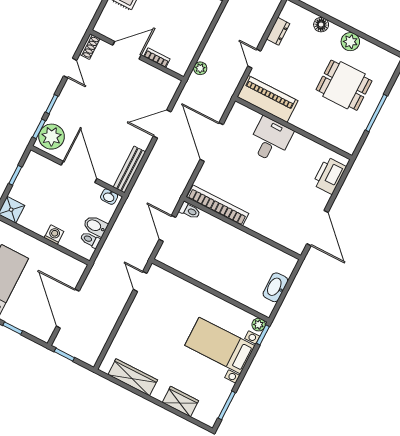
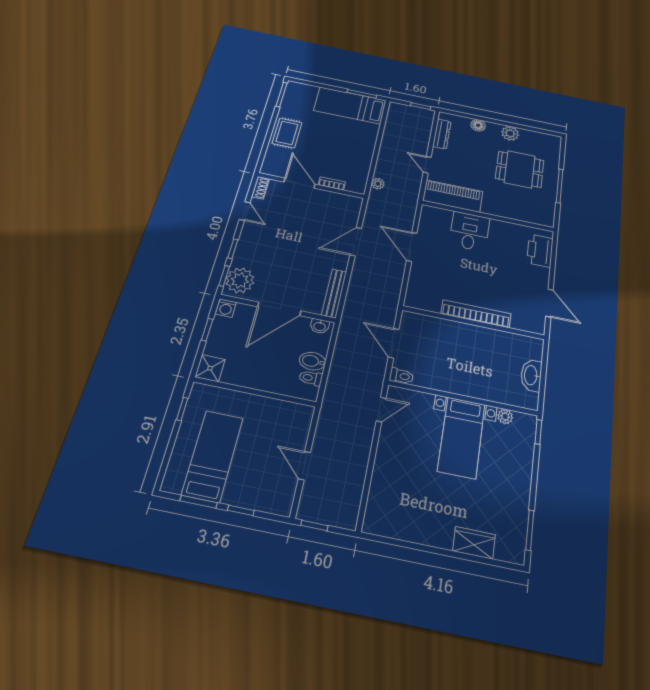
dresser: (278, 31) -> (442, 134), width x1.44
door: (127, 50) -> (300, 183), hinge flipped
door: (212, 142) -> (412, 247), width x0.73
door: (79, 172) -> (279, 309), swing flipped
bookcase: (218, 205) -> (476, 314), moved
toilet: (190, 211) -> (401, 376), moved
door: (317, 228) -> (549, 303), width x0.73
washing machine: (54, 235) -> (226, 308), moved, turned 180
door: (140, 281) -> (381, 409), swing flipped
door: (68, 309) -> (304, 466), width x0.53
plant: (259, 325) -> (505, 417), moved
bed with nightstands: (220, 346) -> (462, 437), moved, turned -90
wardrobe: (133, 377) -> (407, 529), removed

